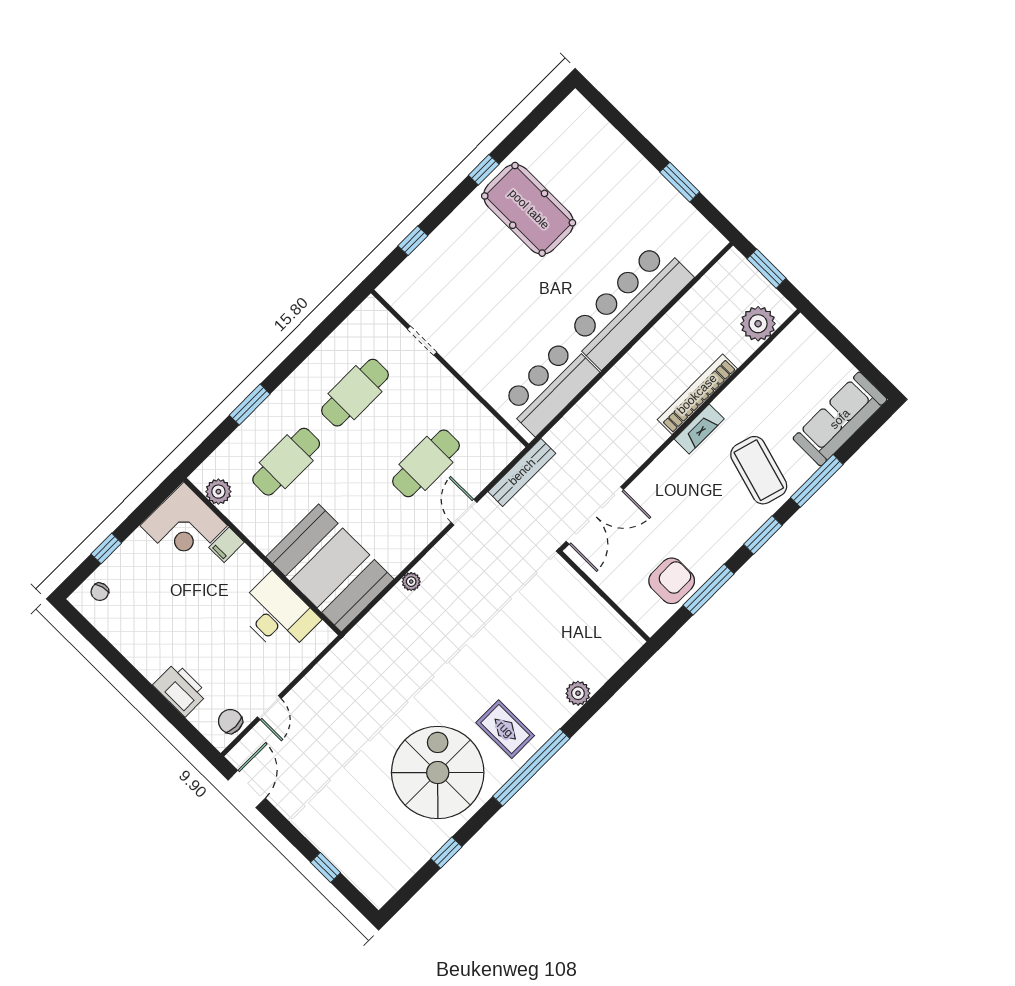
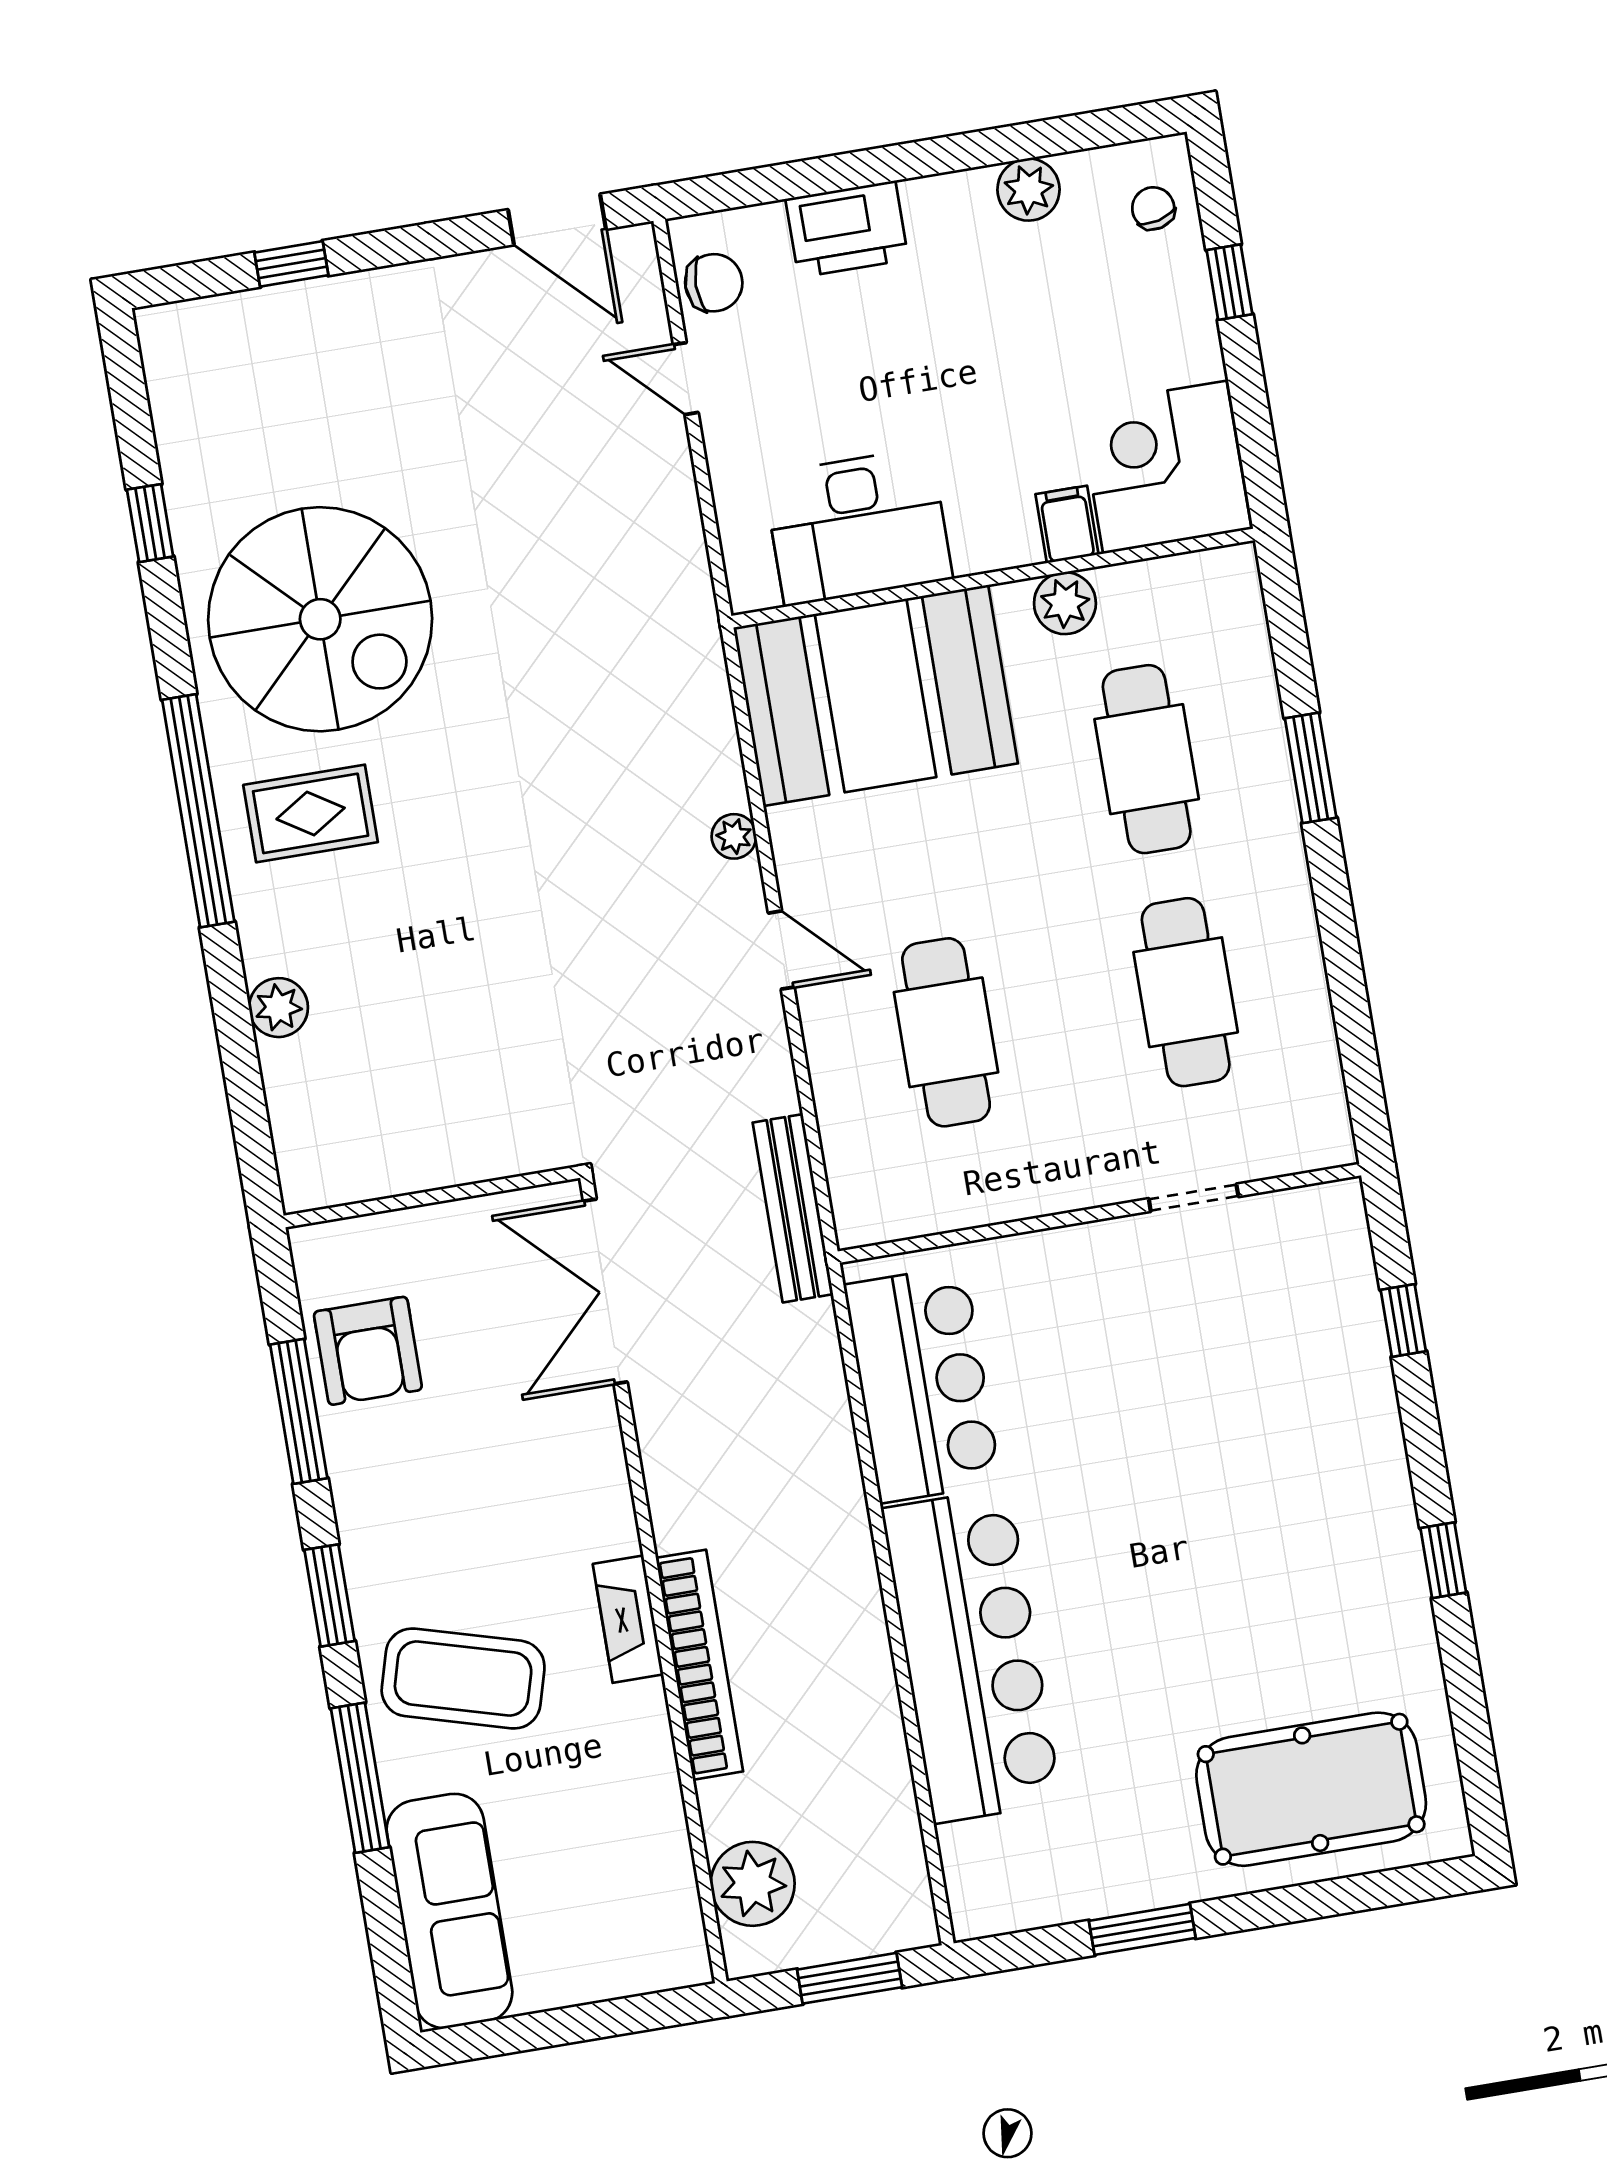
pool table: (529, 209) -> (1311, 1789), moved
plant: (218, 492) -> (1065, 603), moved
door: (464, 512) -> (781, 950), moved
plant: (123, 638) -> (1028, 190), added

